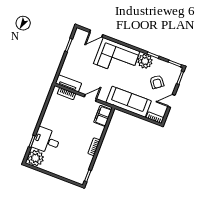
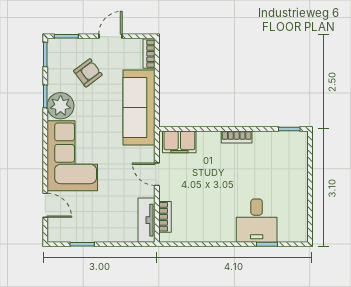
door: (171, 101) -> (110, 36), swing flipped
plant: (36, 158) -> (293, 228), removed

